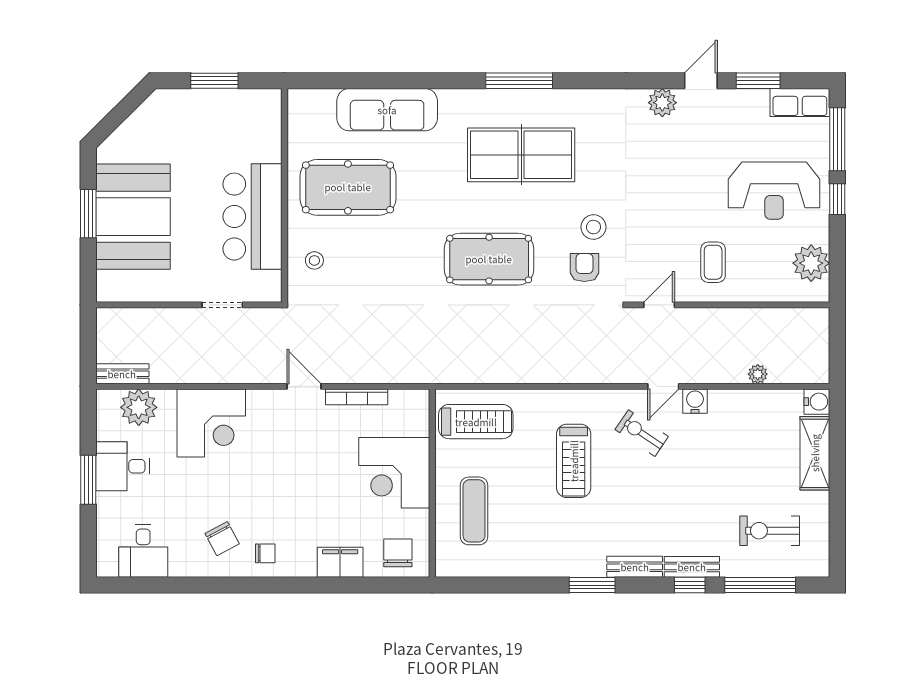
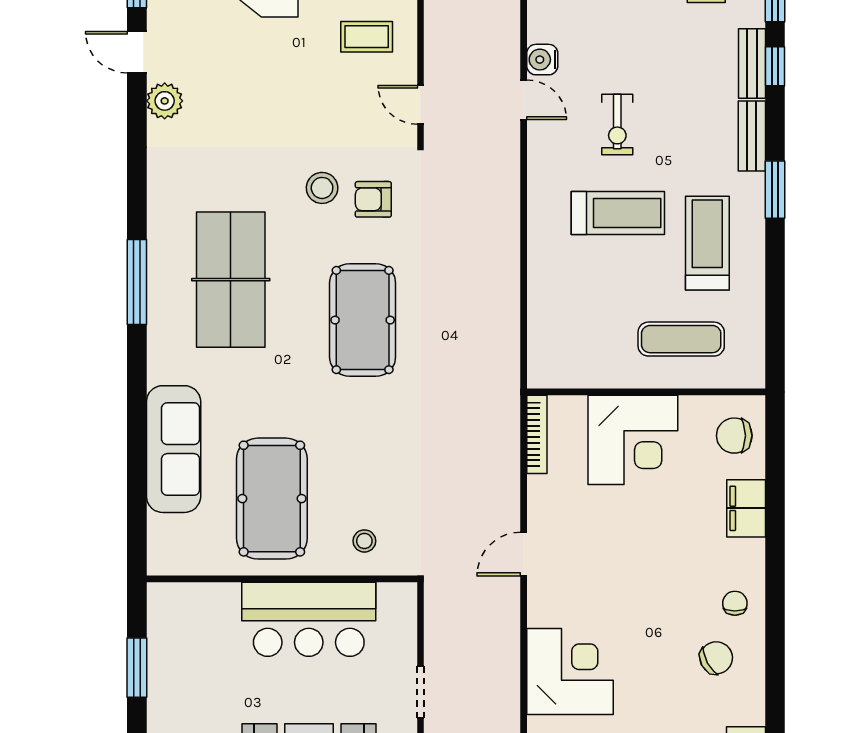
doorway: (222, 305) -> (420, 692), moved
bookcase: (357, 397) -> (537, 434), moved
treadmill: (476, 422) -> (707, 243), moved
exercise bike: (642, 433) -> (617, 125), moved, turned -34

